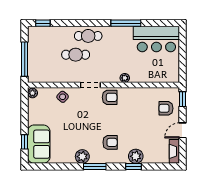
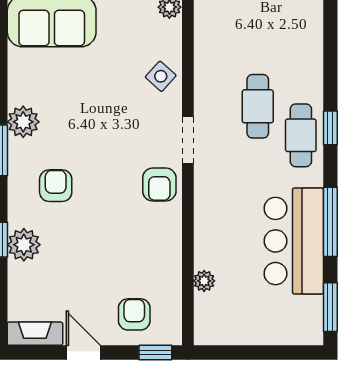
window: (43, 23) -> (330, 128), moved
window: (163, 23) -> (330, 307), added
bar counter: (156, 39) -> (294, 241), moved
plant: (125, 78) -> (204, 281), moved
armchair: (110, 142) -> (56, 186), turned 180

